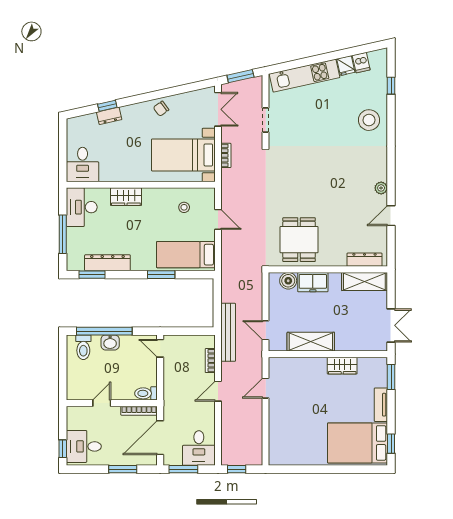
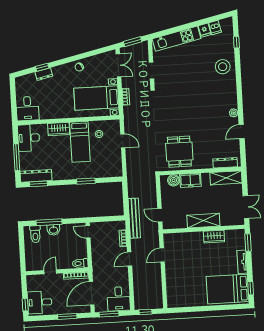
bed: (186, 255) -> (80, 142), moved, turned -90
dresser: (107, 263) -> (36, 176), moved
window: (104, 331) -> (49, 222), width x0.68
shelving: (311, 342) -> (203, 221), moved

